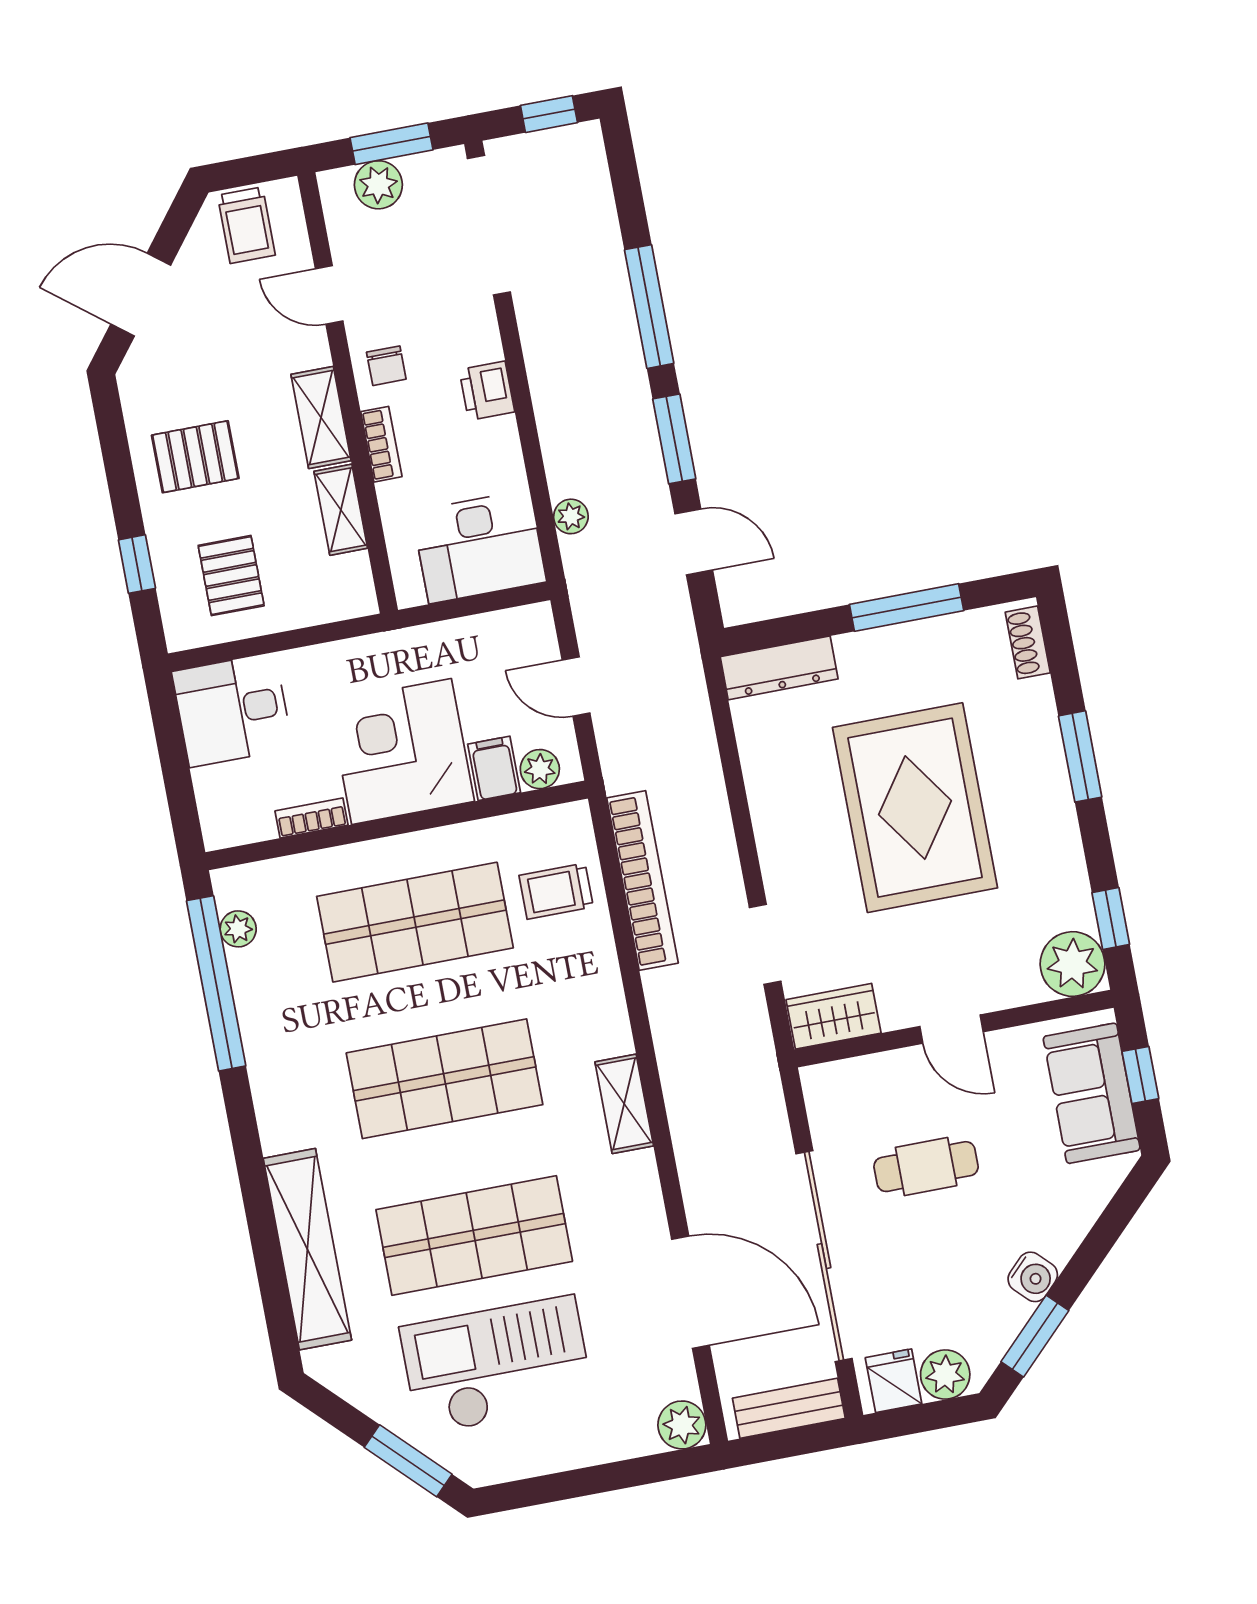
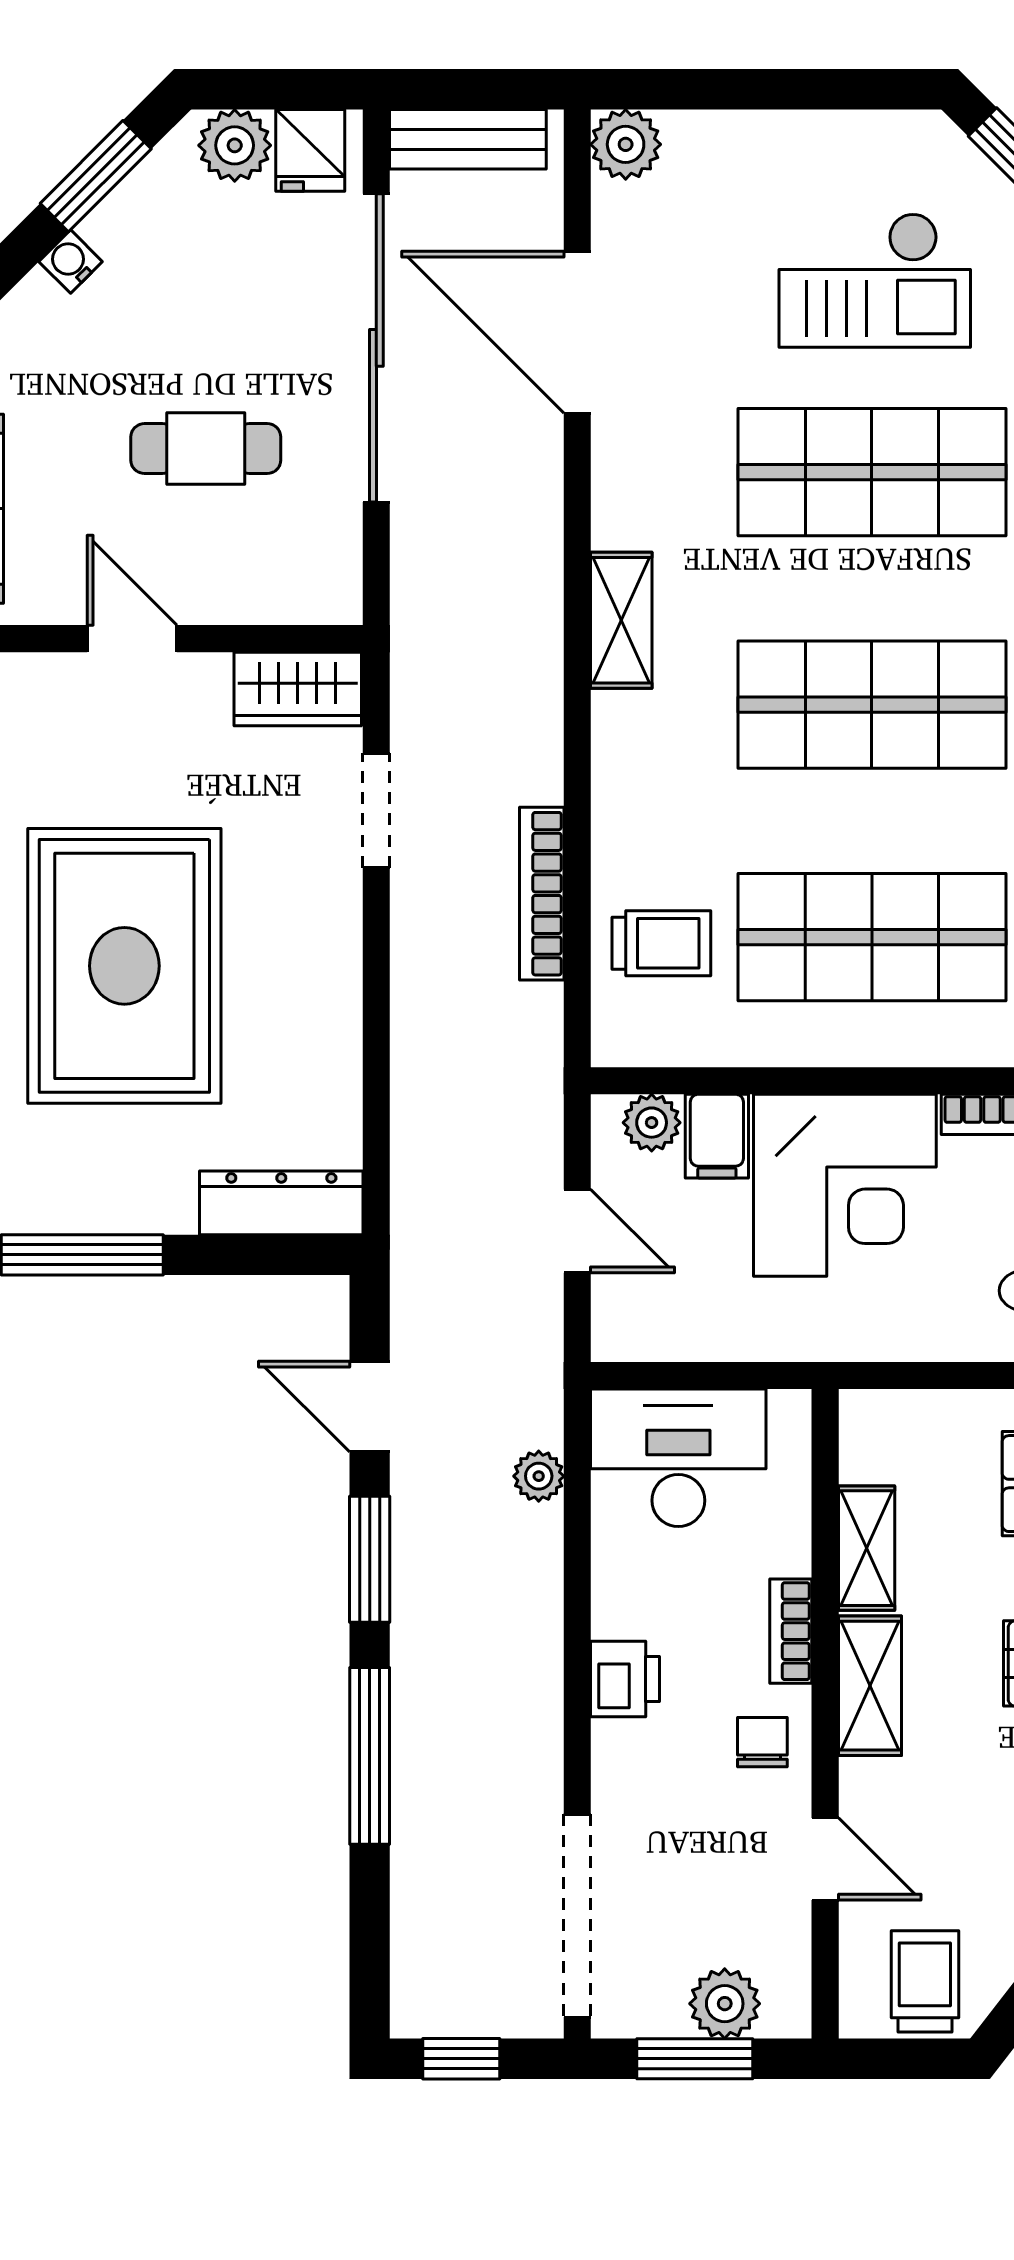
bookcase: (642, 881) -> (542, 894), width x0.68, depth x0.76
water cooler: (1033, 1277) -> (71, 262), width x0.72, depth x0.72
checkout: (497, 1365) -> (875, 280), width x0.73, depth x0.83

